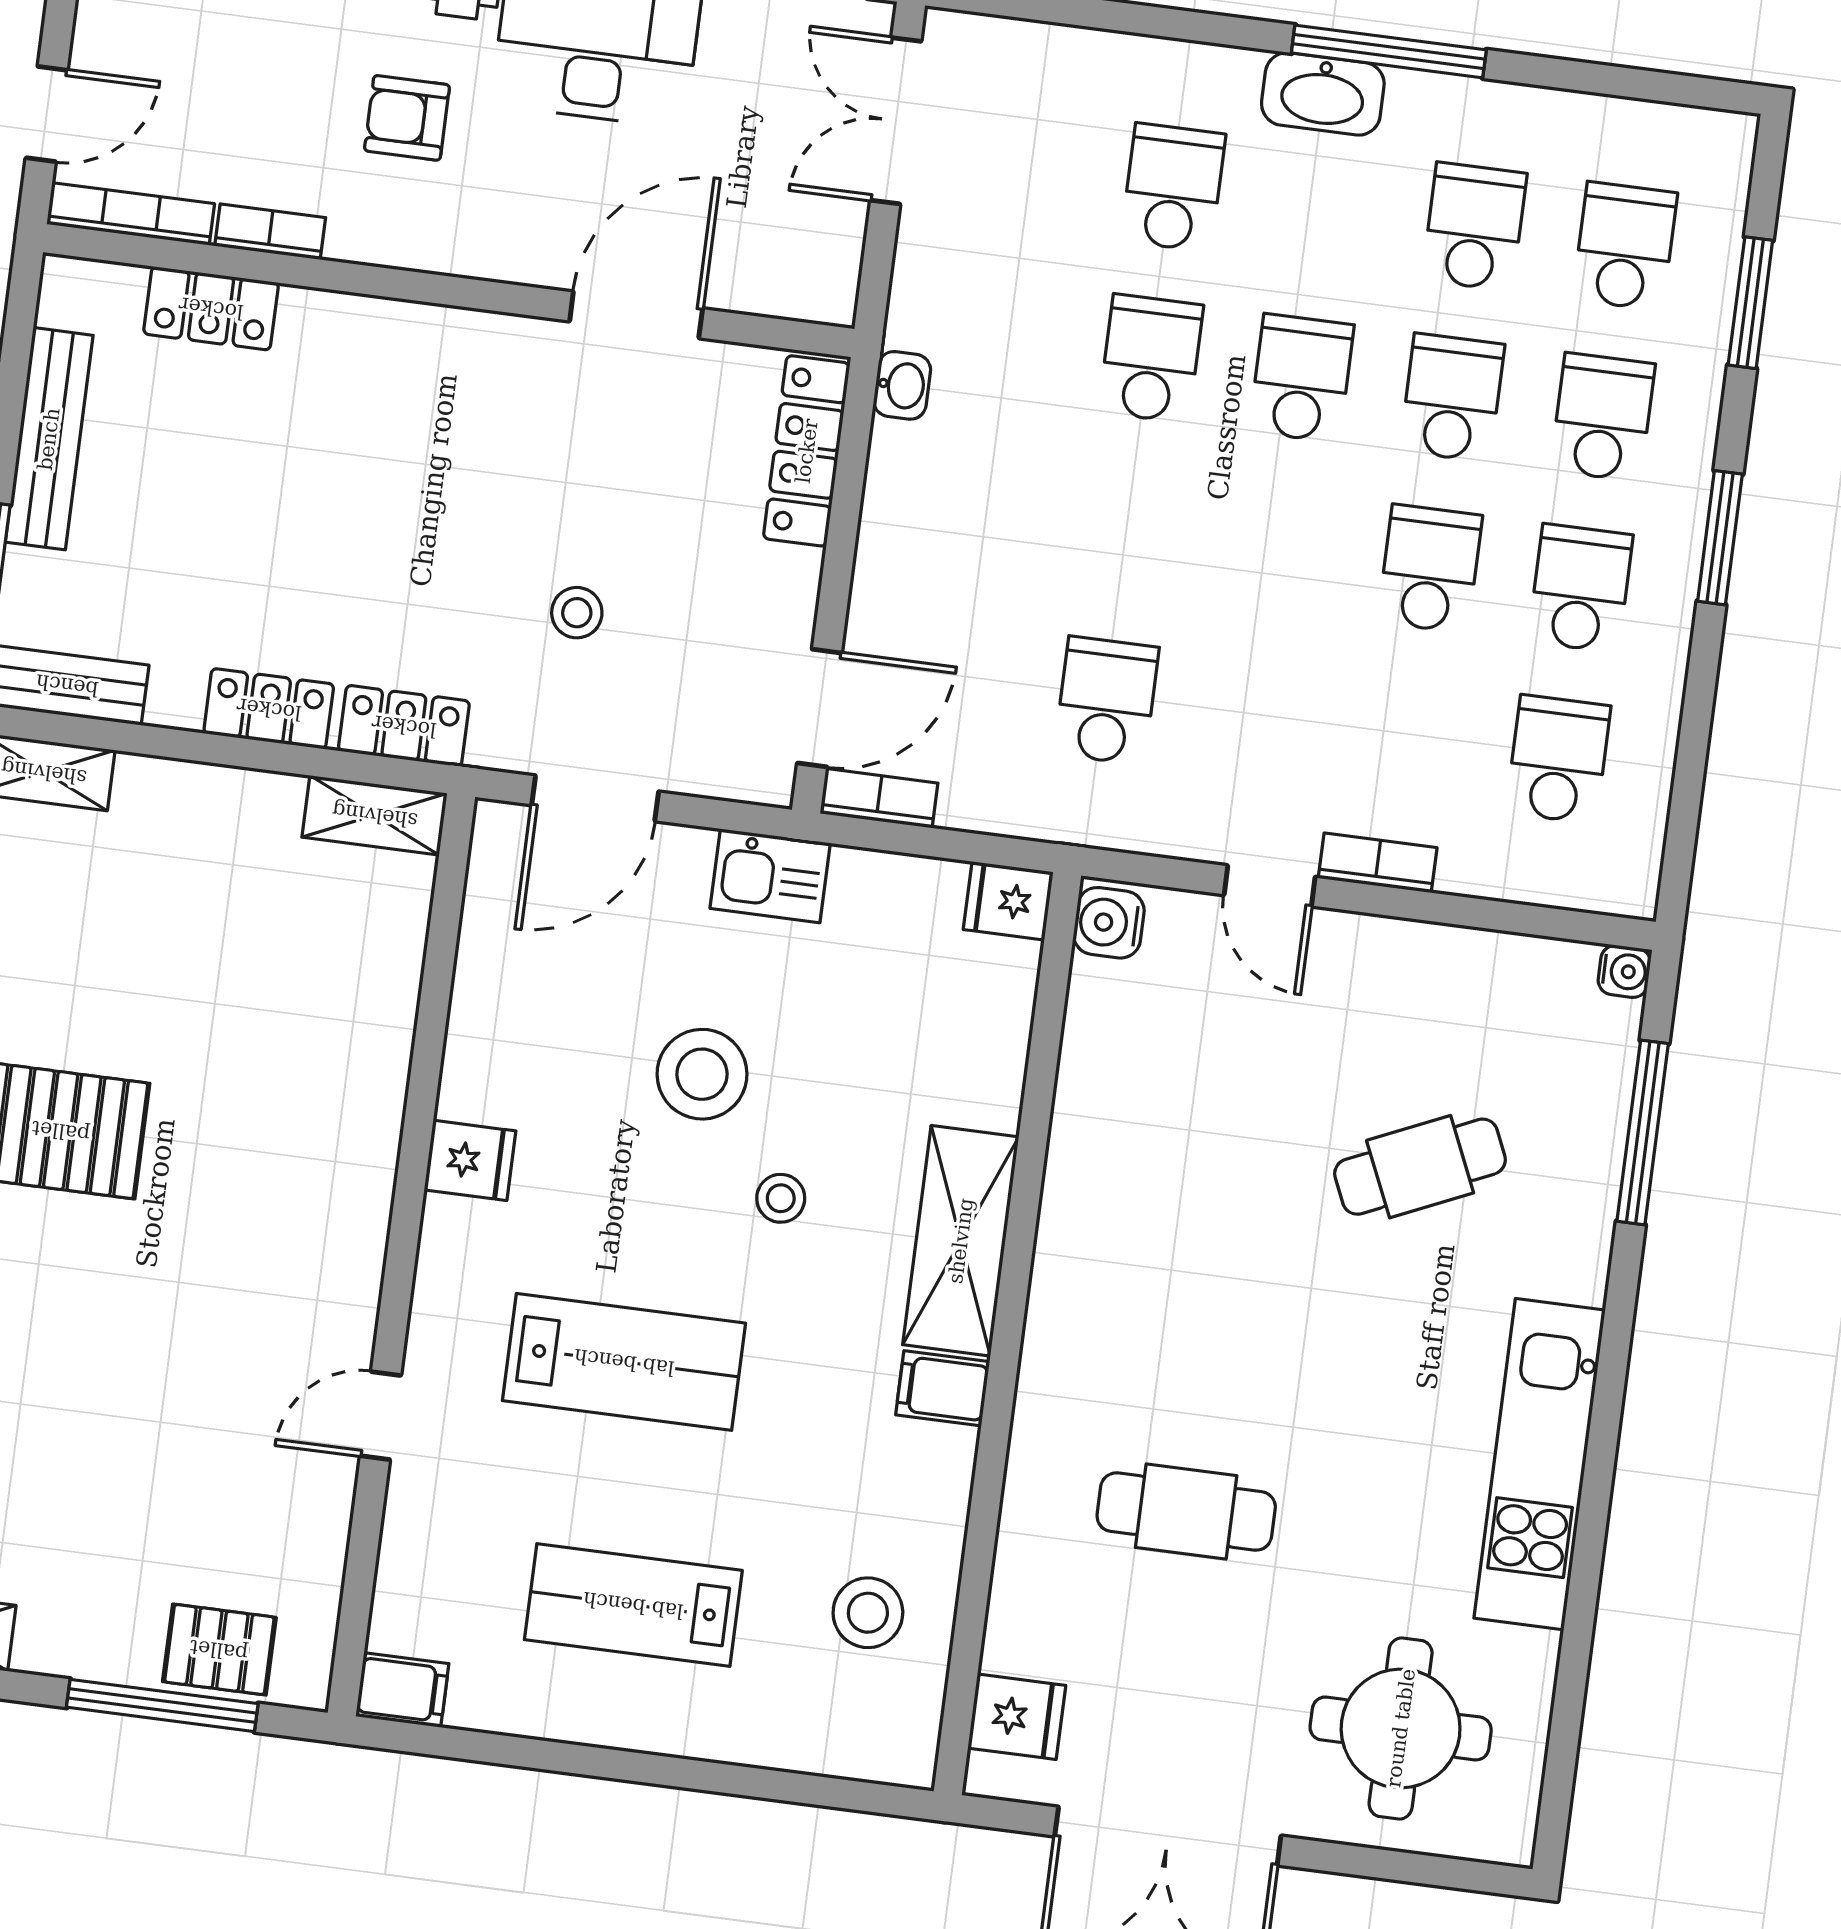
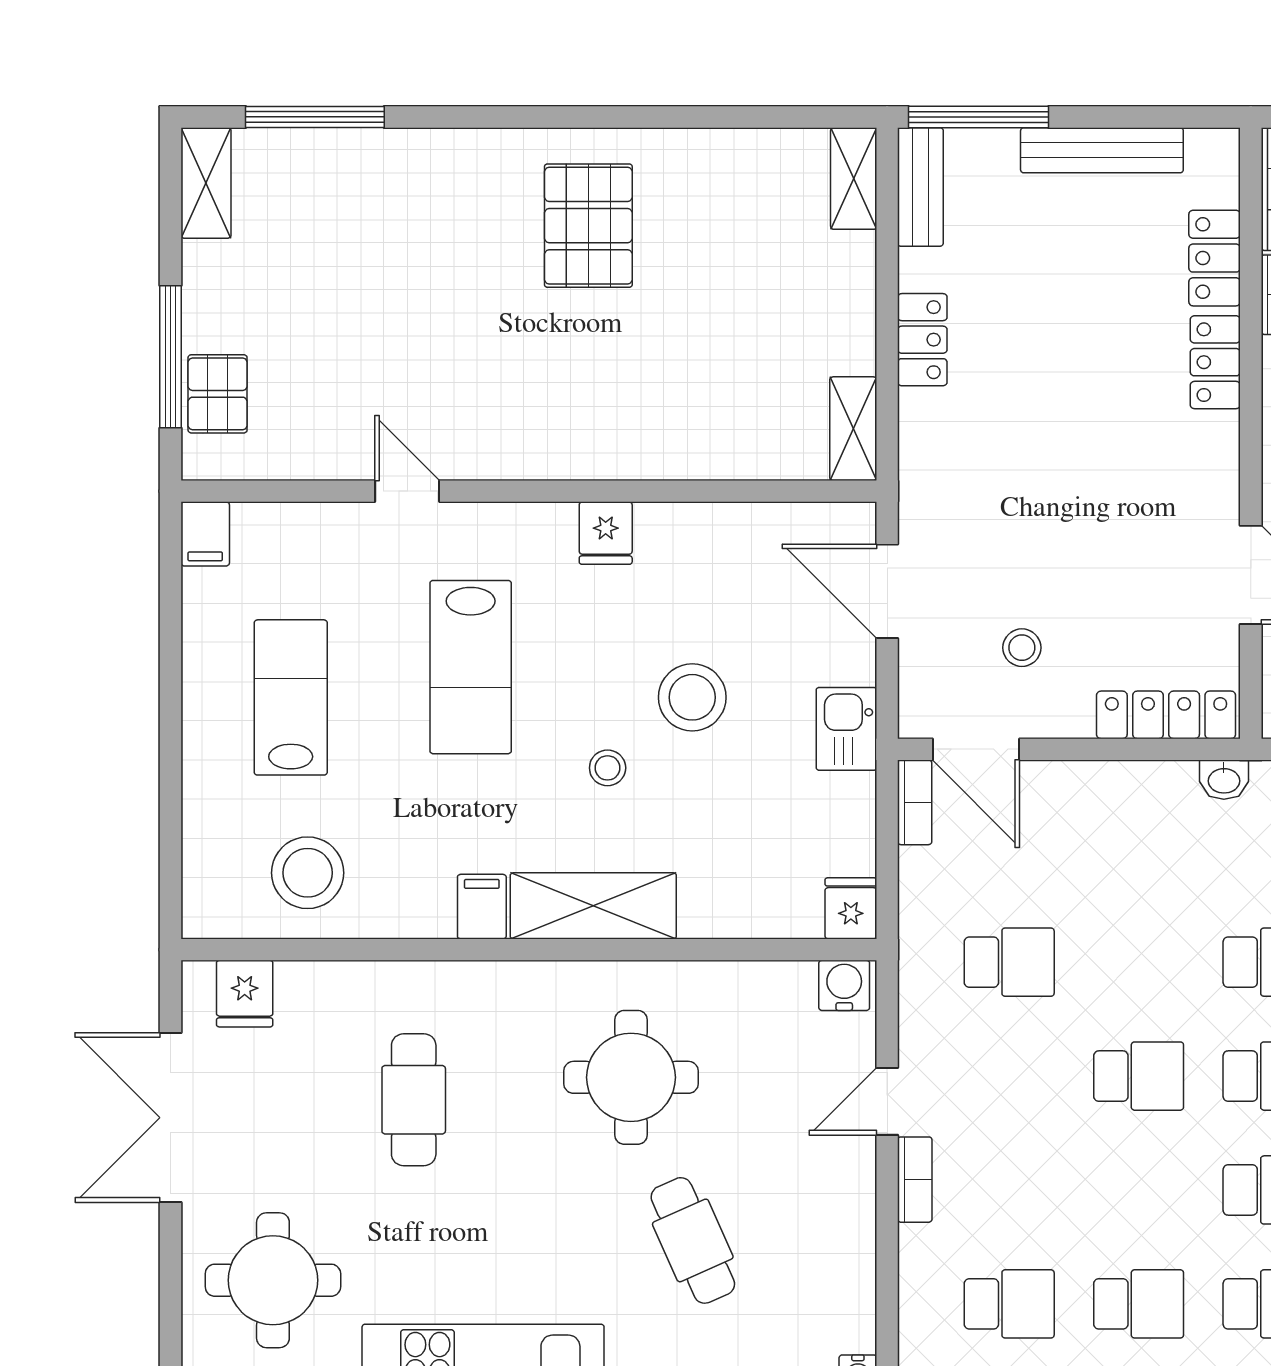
school desk: (1430, 569) -> (1139, 1076), moved
stool: (577, 613) -> (1022, 648), moved
locker: (404, 726) -> (1215, 362), moved, turned 180
round table: (1194, 1220) -> (631, 1077), added
stool: (868, 1613) -> (308, 873), width x1.38, depth x1.38

